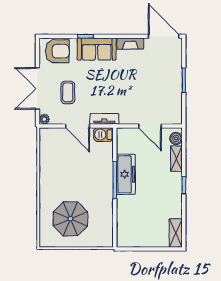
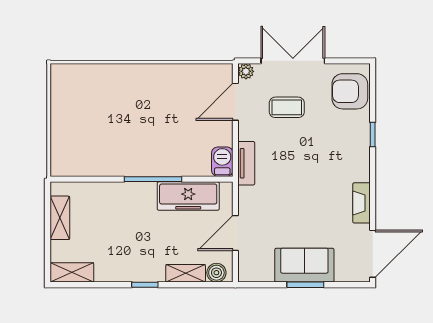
sofa: (97, 49) -> (304, 265), moved, turned 90
armchair: (57, 51) -> (350, 91), turned 90
door: (78, 126) -> (235, 102), moved
freezer: (126, 174) -> (188, 196), moved
parasol: (70, 219) -> (94, 111), removed
shelving: (140, 241) -> (60, 218), added

